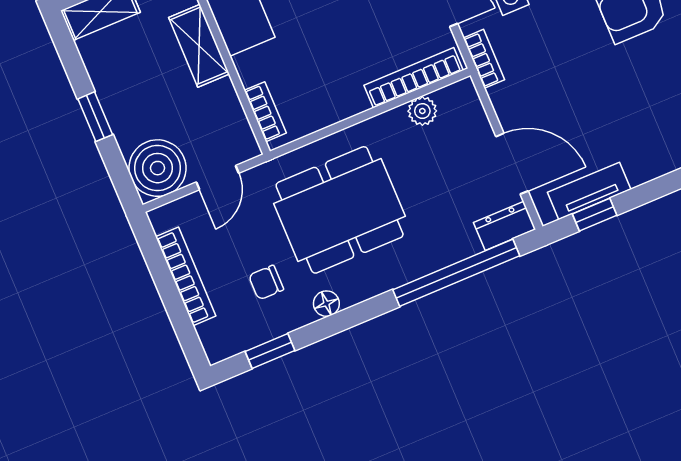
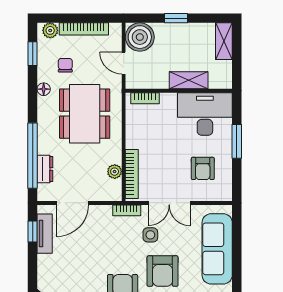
dresser: (505, 226) -> (45, 169), moved
plant: (214, 337) -> (50, 30), added

